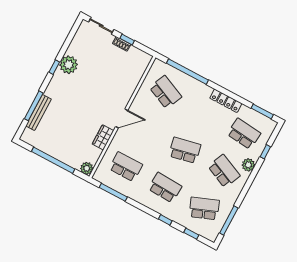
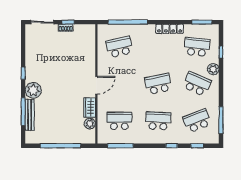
plant: (69, 65) -> (33, 90), moved
school desk: (165, 92) -> (119, 47), turned -36
plant: (87, 168) -> (90, 124), moved

